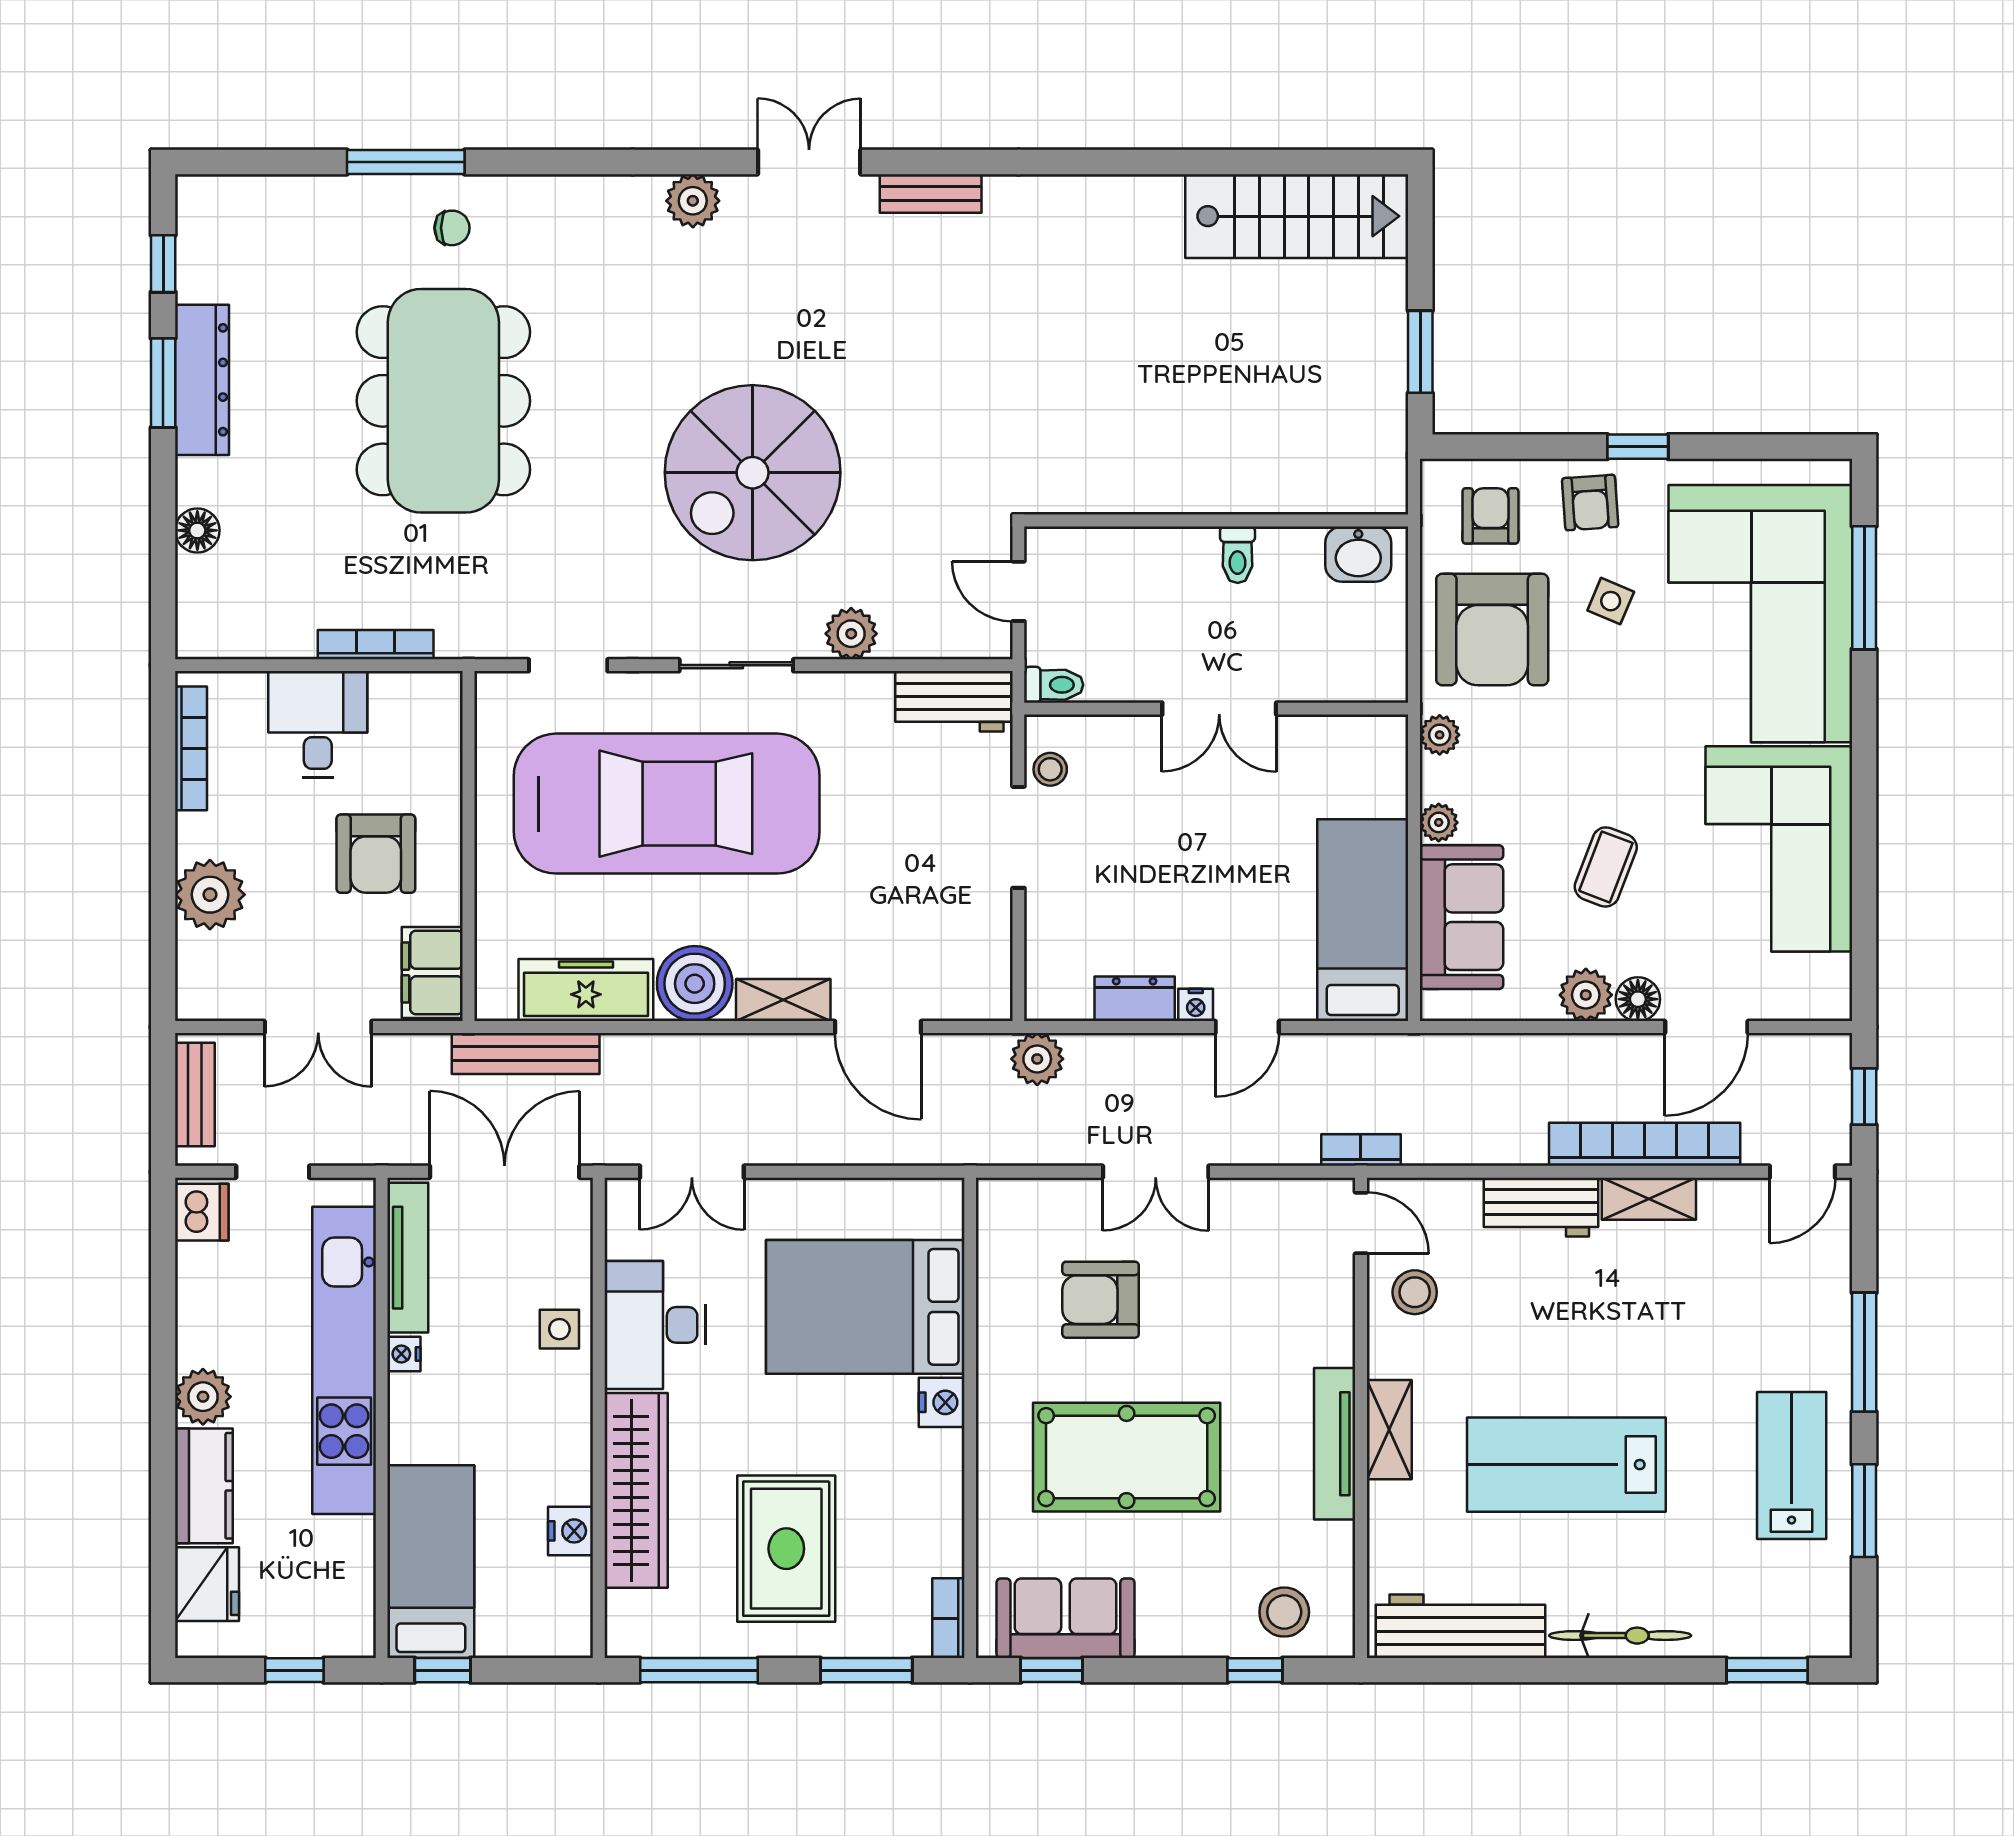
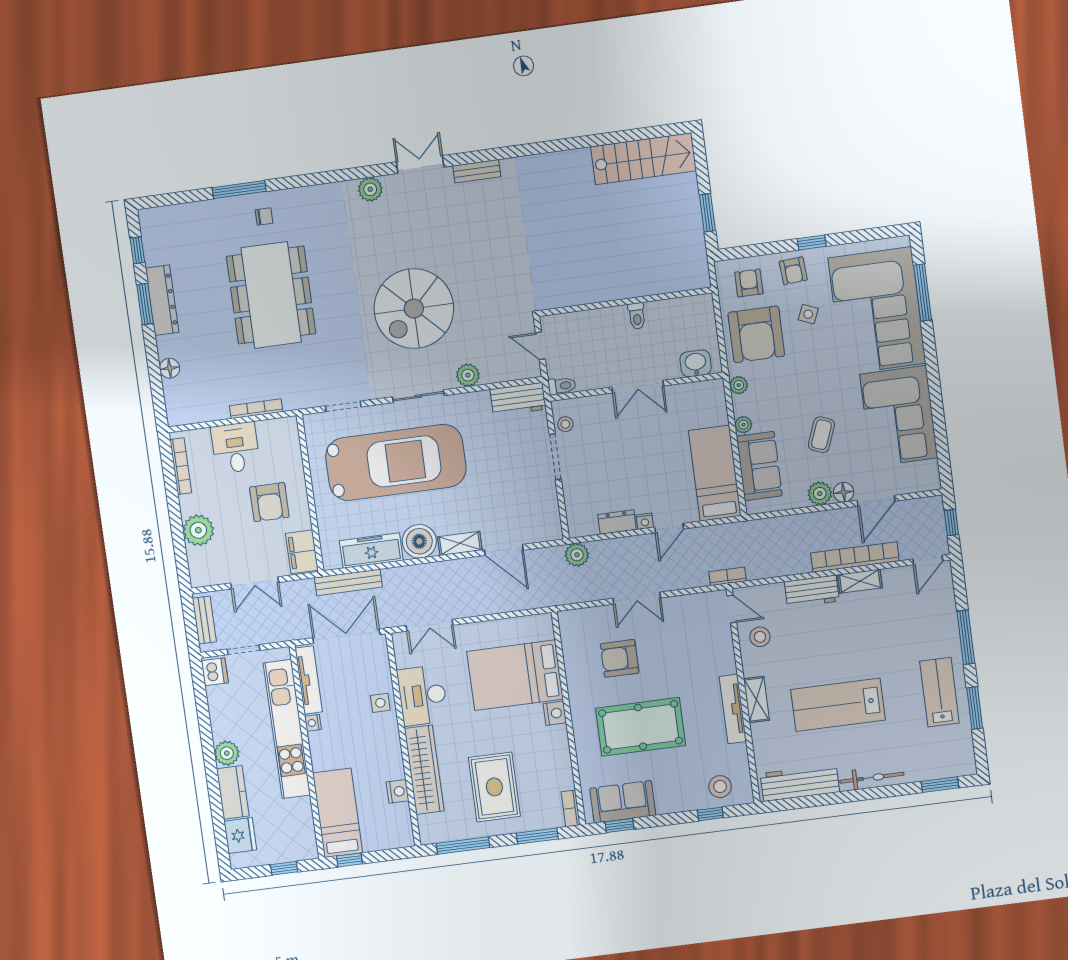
washbasin: (1358, 554) -> (696, 363), moved, turned 180

